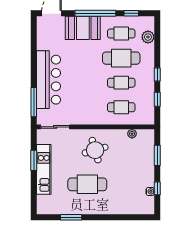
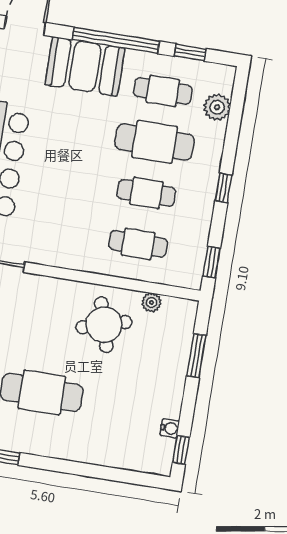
window: (157, 99) -> (211, 262), moved
round table: (95, 150) -> (104, 325), moved
window: (157, 188) -> (181, 450), moved

